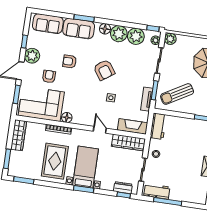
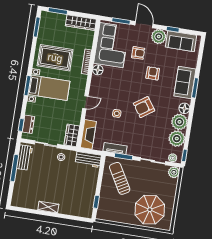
sofa: (48, 24) -> (181, 41), moved, turned -90
wardrobe: (128, 143) -> (72, 135), width x0.67

